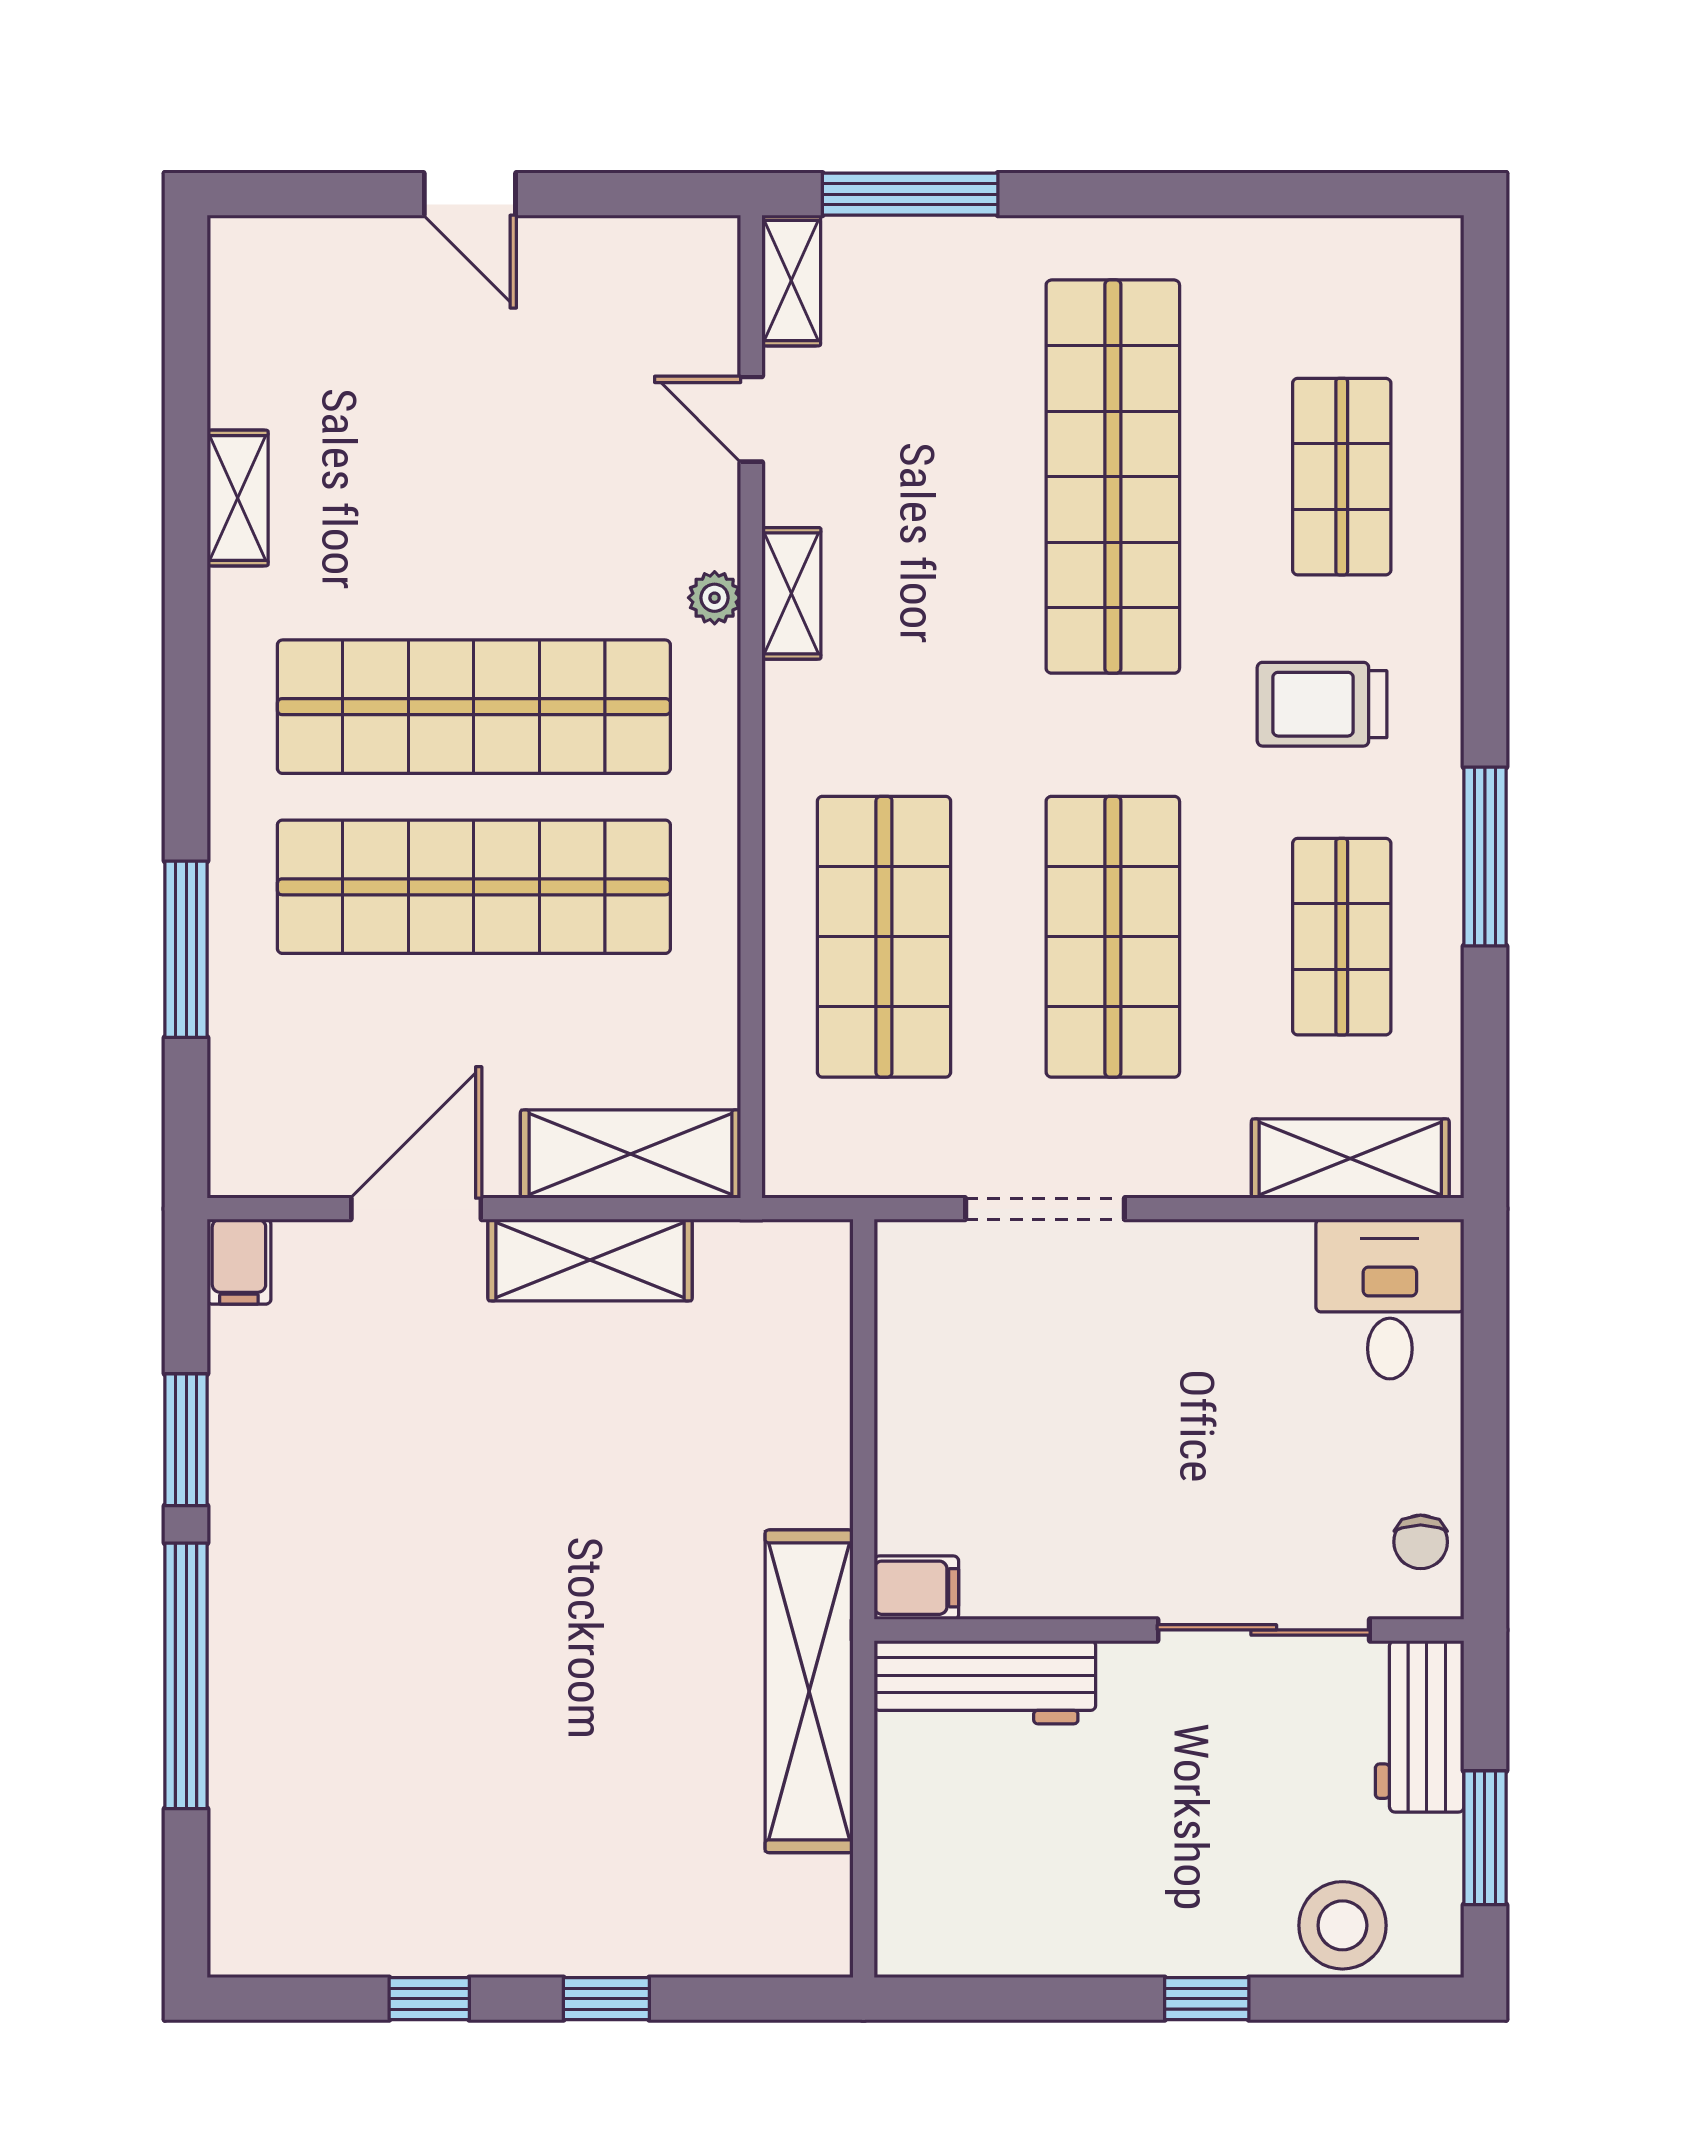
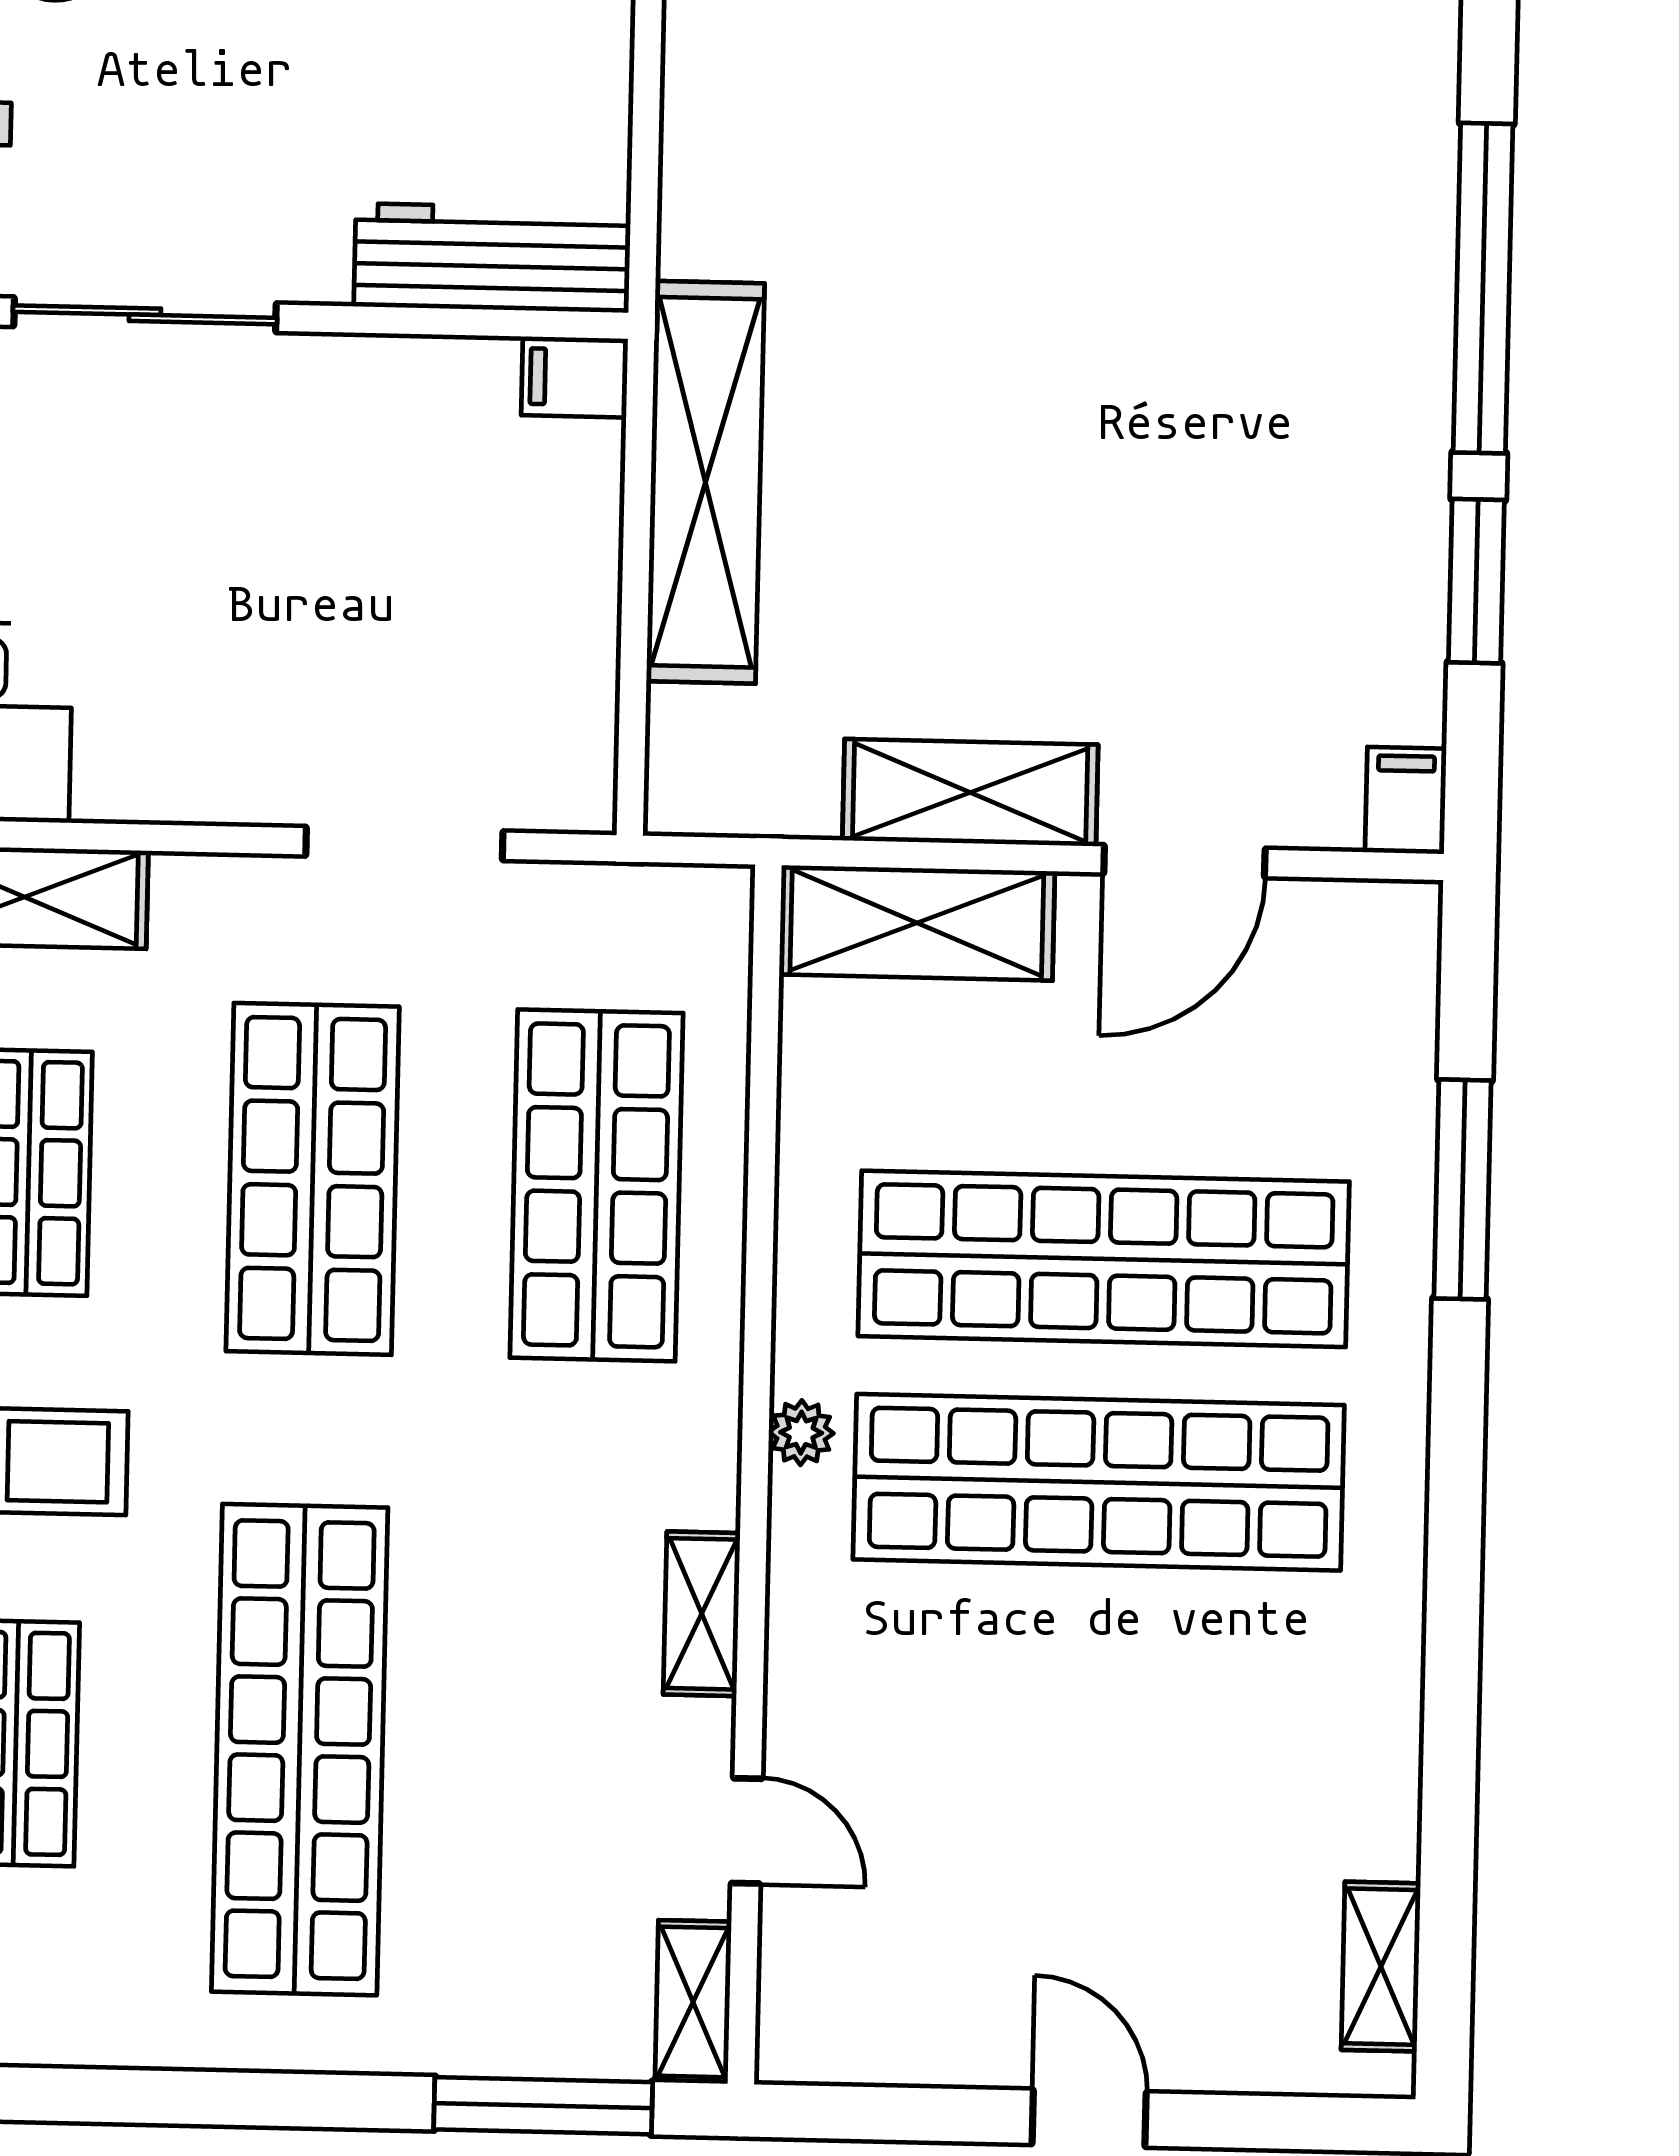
shelving: (238, 498) -> (1381, 1967), moved
plant: (715, 598) -> (801, 1433), moved
shelving: (809, 1691) -> (705, 482), moved

